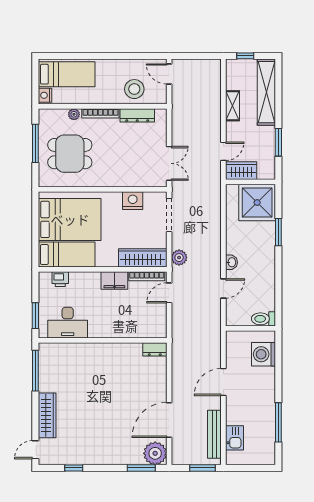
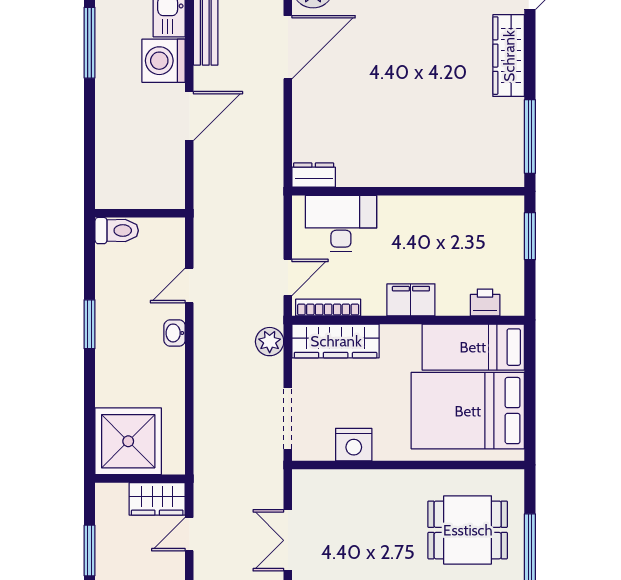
double door: (169, 163) -> (288, 540), moved
window: (278, 232) -> (89, 324), moved
filing cabinet: (114, 281) -> (411, 300), moved
desk: (68, 323) -> (341, 223), moved
washing machine: (264, 354) -> (164, 61), moved, turned 180

